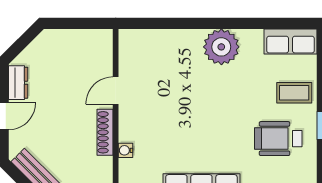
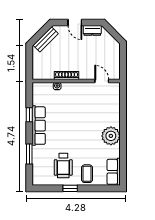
door: (116, 91) -> (102, 81), moved
wheelchair: (278, 139) -> (63, 165), turned 180

